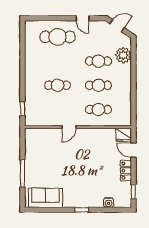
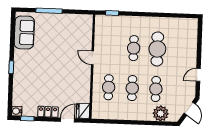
cafe table: (58, 37) -> (157, 49), moved
water cooler: (109, 203) -> (17, 111), moved

